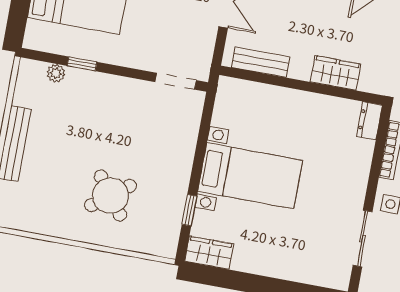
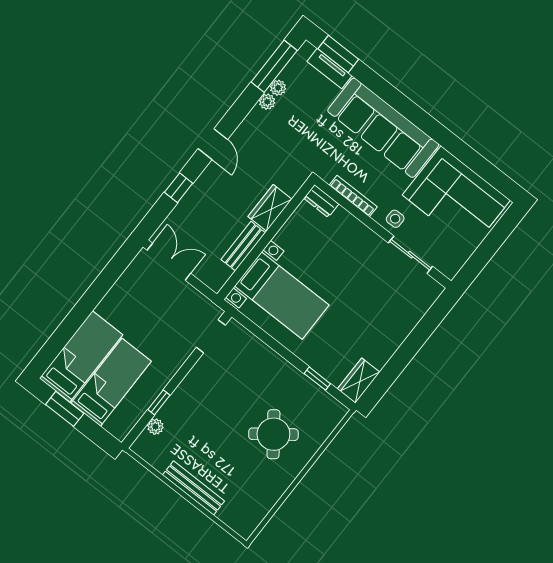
bench: (261, 62) -> (243, 246), moved
bed with nightstands: (250, 176) -> (282, 295), moved, turned 90

